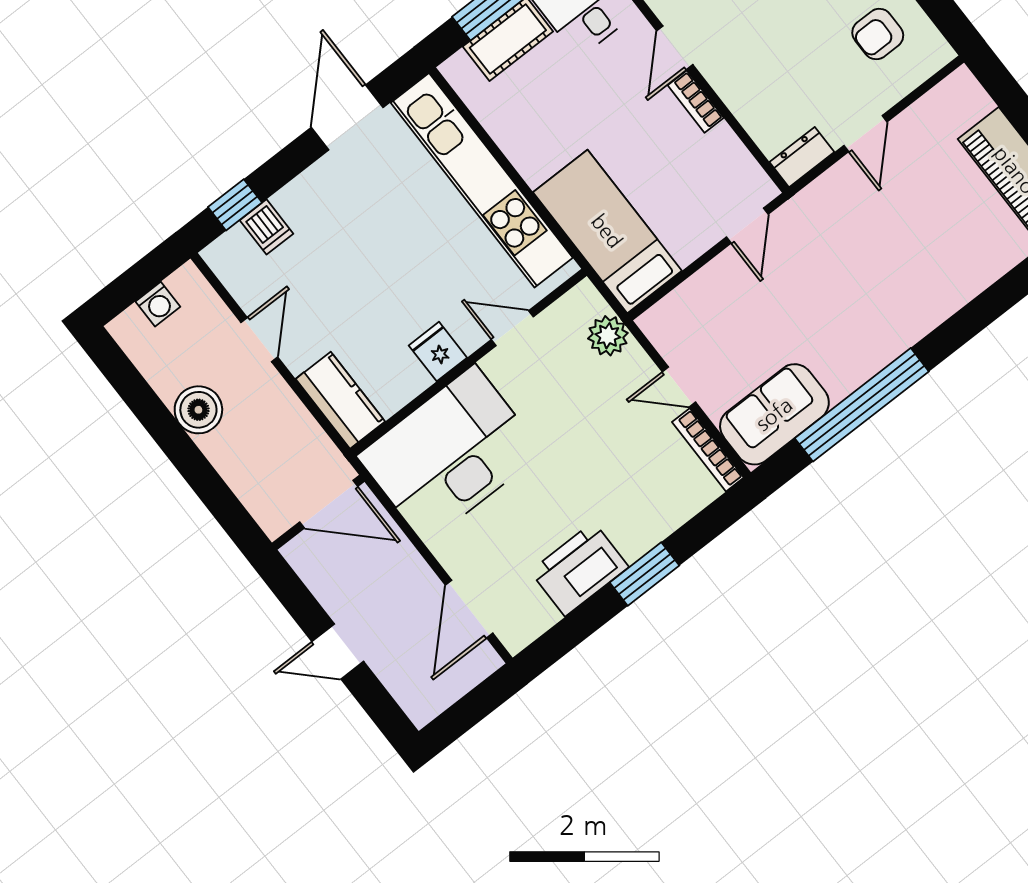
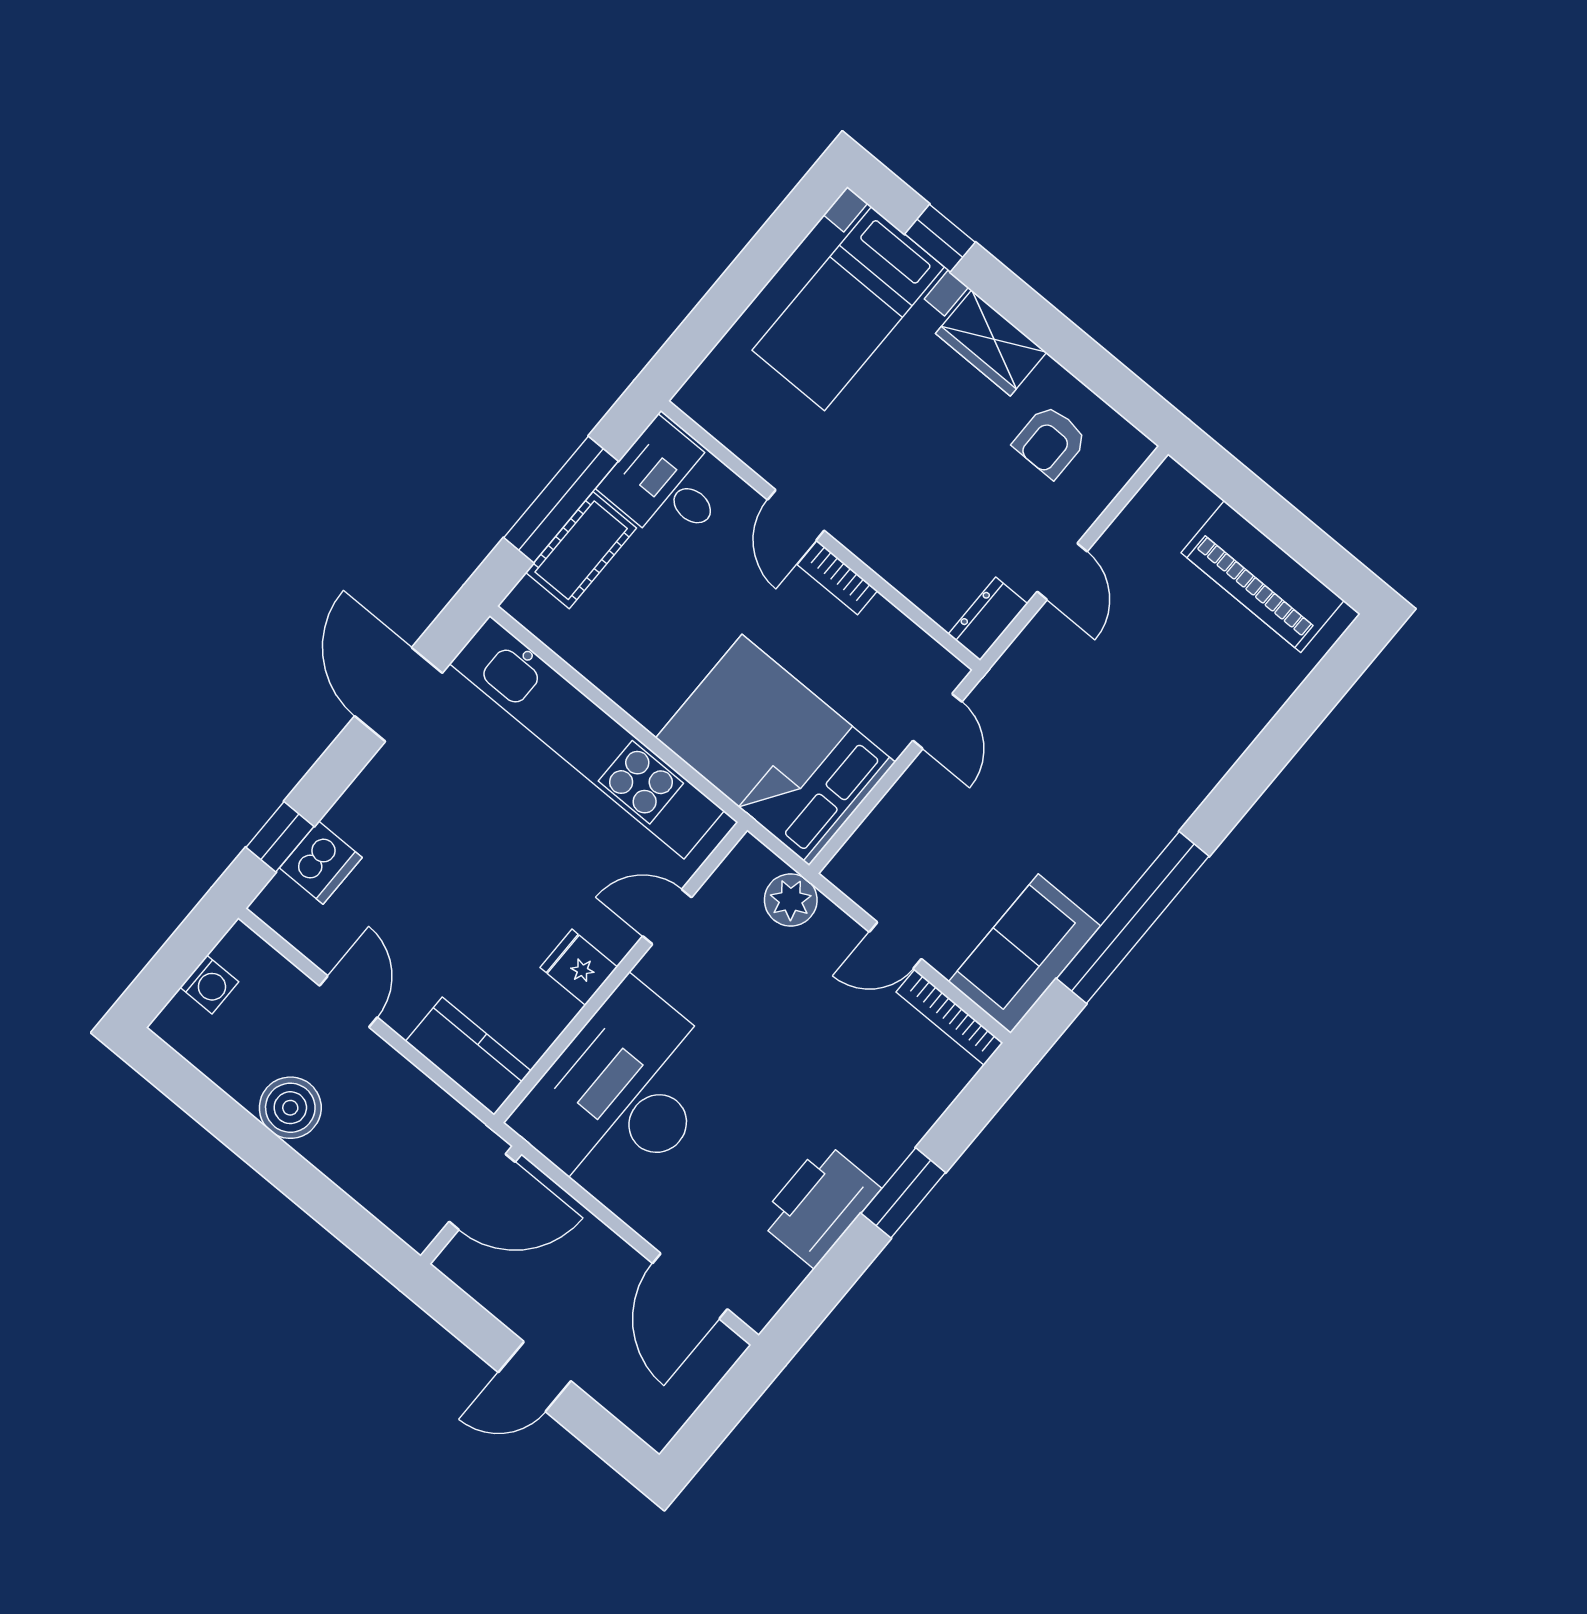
dishwasher: (266, 227) -> (321, 863), width x1.38
bed: (607, 231) -> (776, 750), width x1.50

